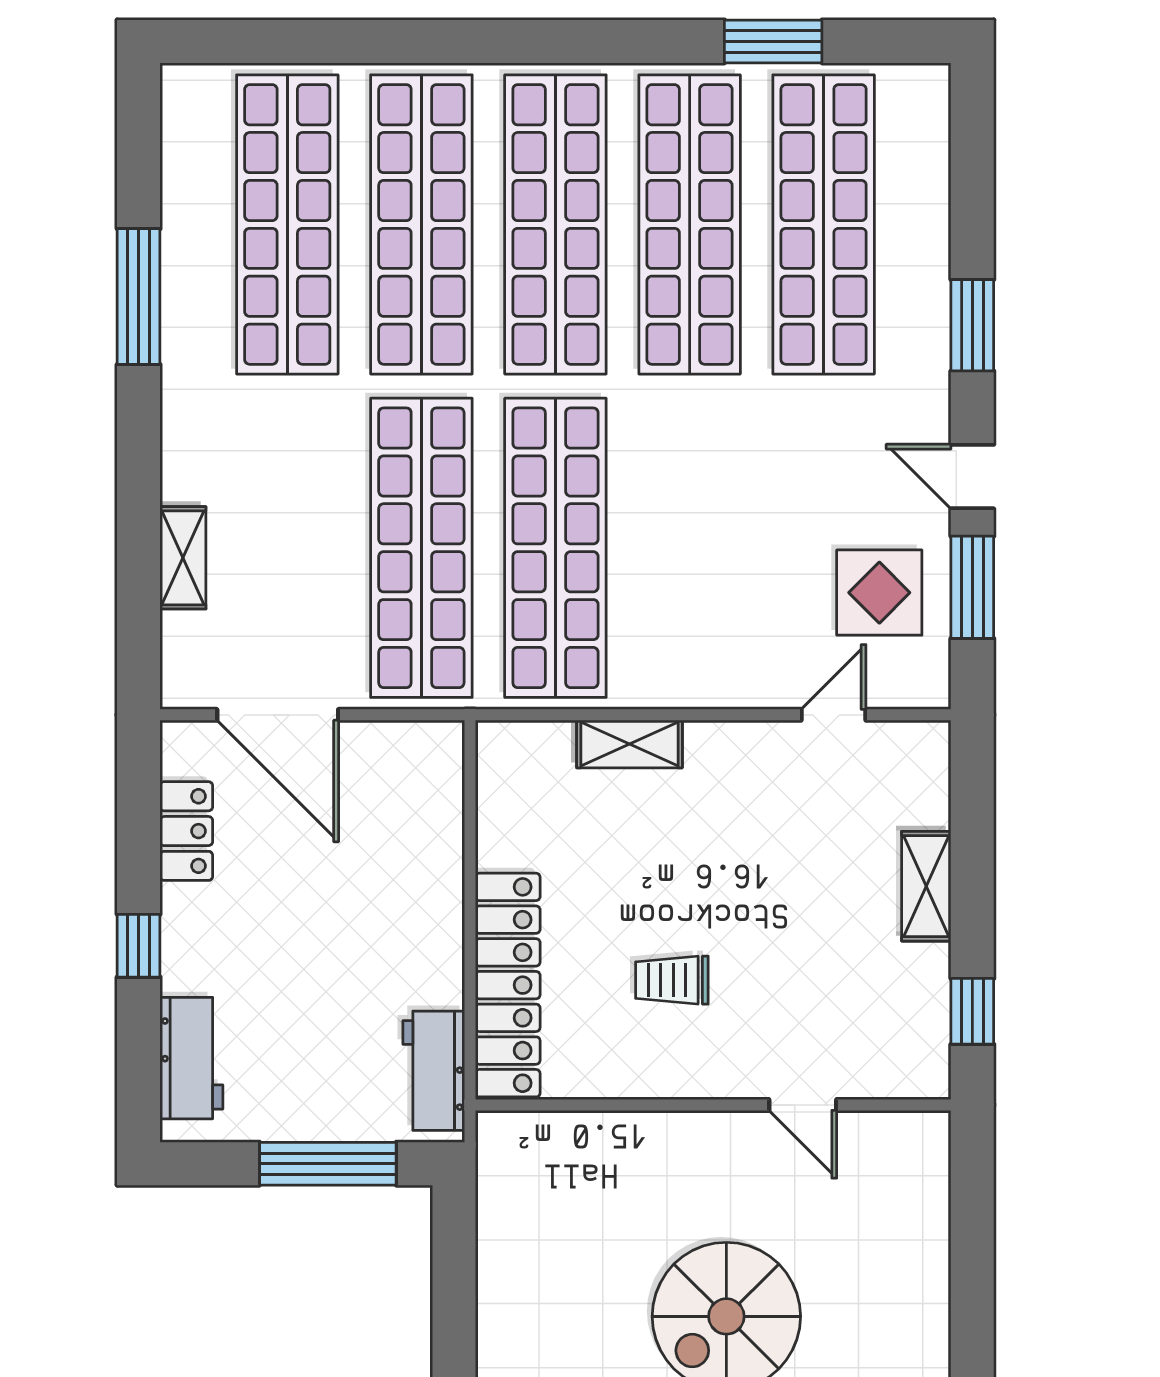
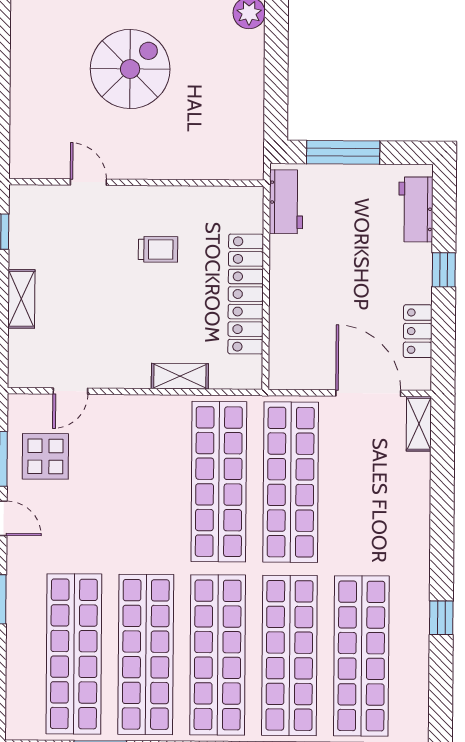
window: (139, 297) -> (441, 618), width x0.46
shelving: (183, 558) -> (419, 424), moved
locker: (508, 985) -> (246, 294), moved

